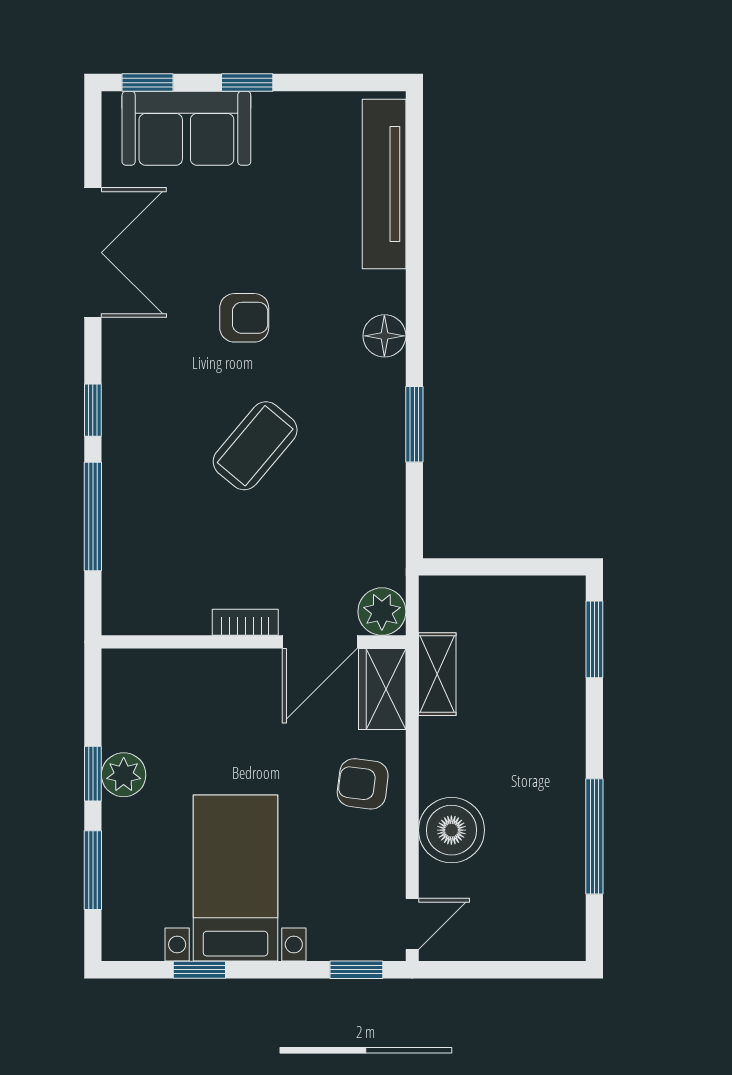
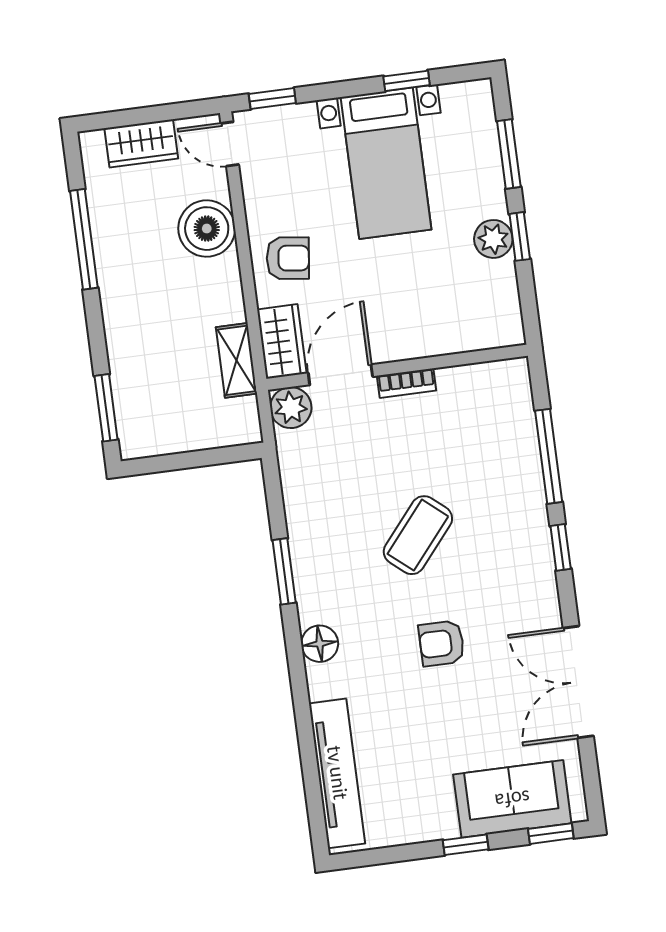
door: (412, 924) -> (230, 144), hinge flipped
wardrobe: (514, 938) -> (141, 143), added

